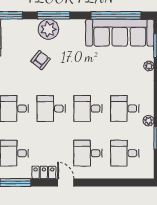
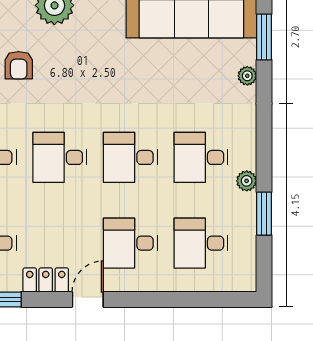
armchair: (40, 60) -> (19, 65), moved, turned 141
door: (66, 183) -> (88, 299), hinge flipped

